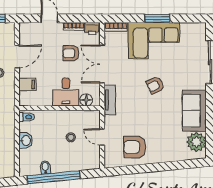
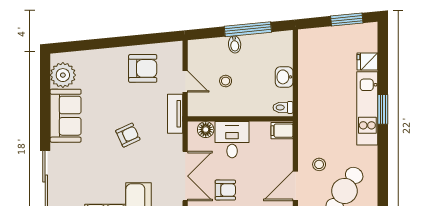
filing cabinet: (27, 84) -> (282, 131), moved
armchair: (155, 85) -> (128, 135), moved
tv unit: (110, 100) -> (175, 114), moved
bidet: (45, 167) -> (235, 44), moved
window: (54, 177) -> (248, 29), width x0.68

